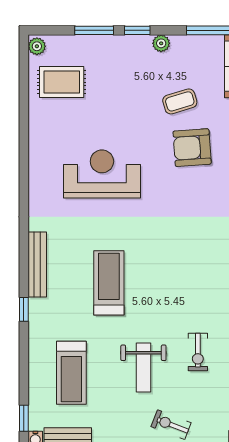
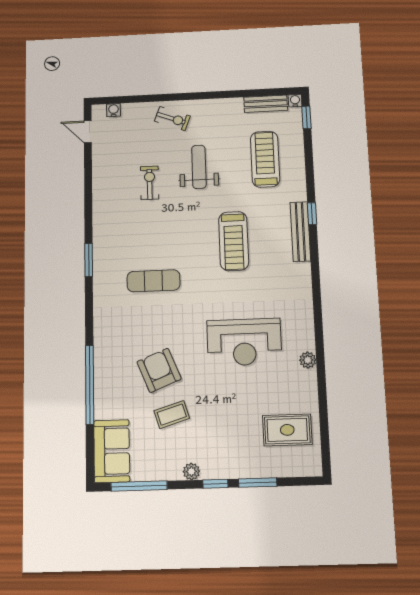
plant: (37, 46) -> (308, 360), moved
armchair: (192, 148) -> (159, 370), turned -108
exercise mat: (196, 243) -> (154, 281), added
bench: (37, 265) -> (300, 232), moved

